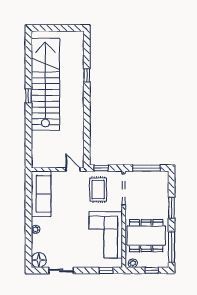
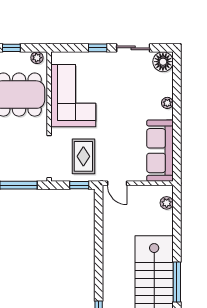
window: (28, 96) -> (177, 282), width x2.17
plant: (36, 155) -> (167, 203), added
window: (106, 270) -> (98, 48), moved

